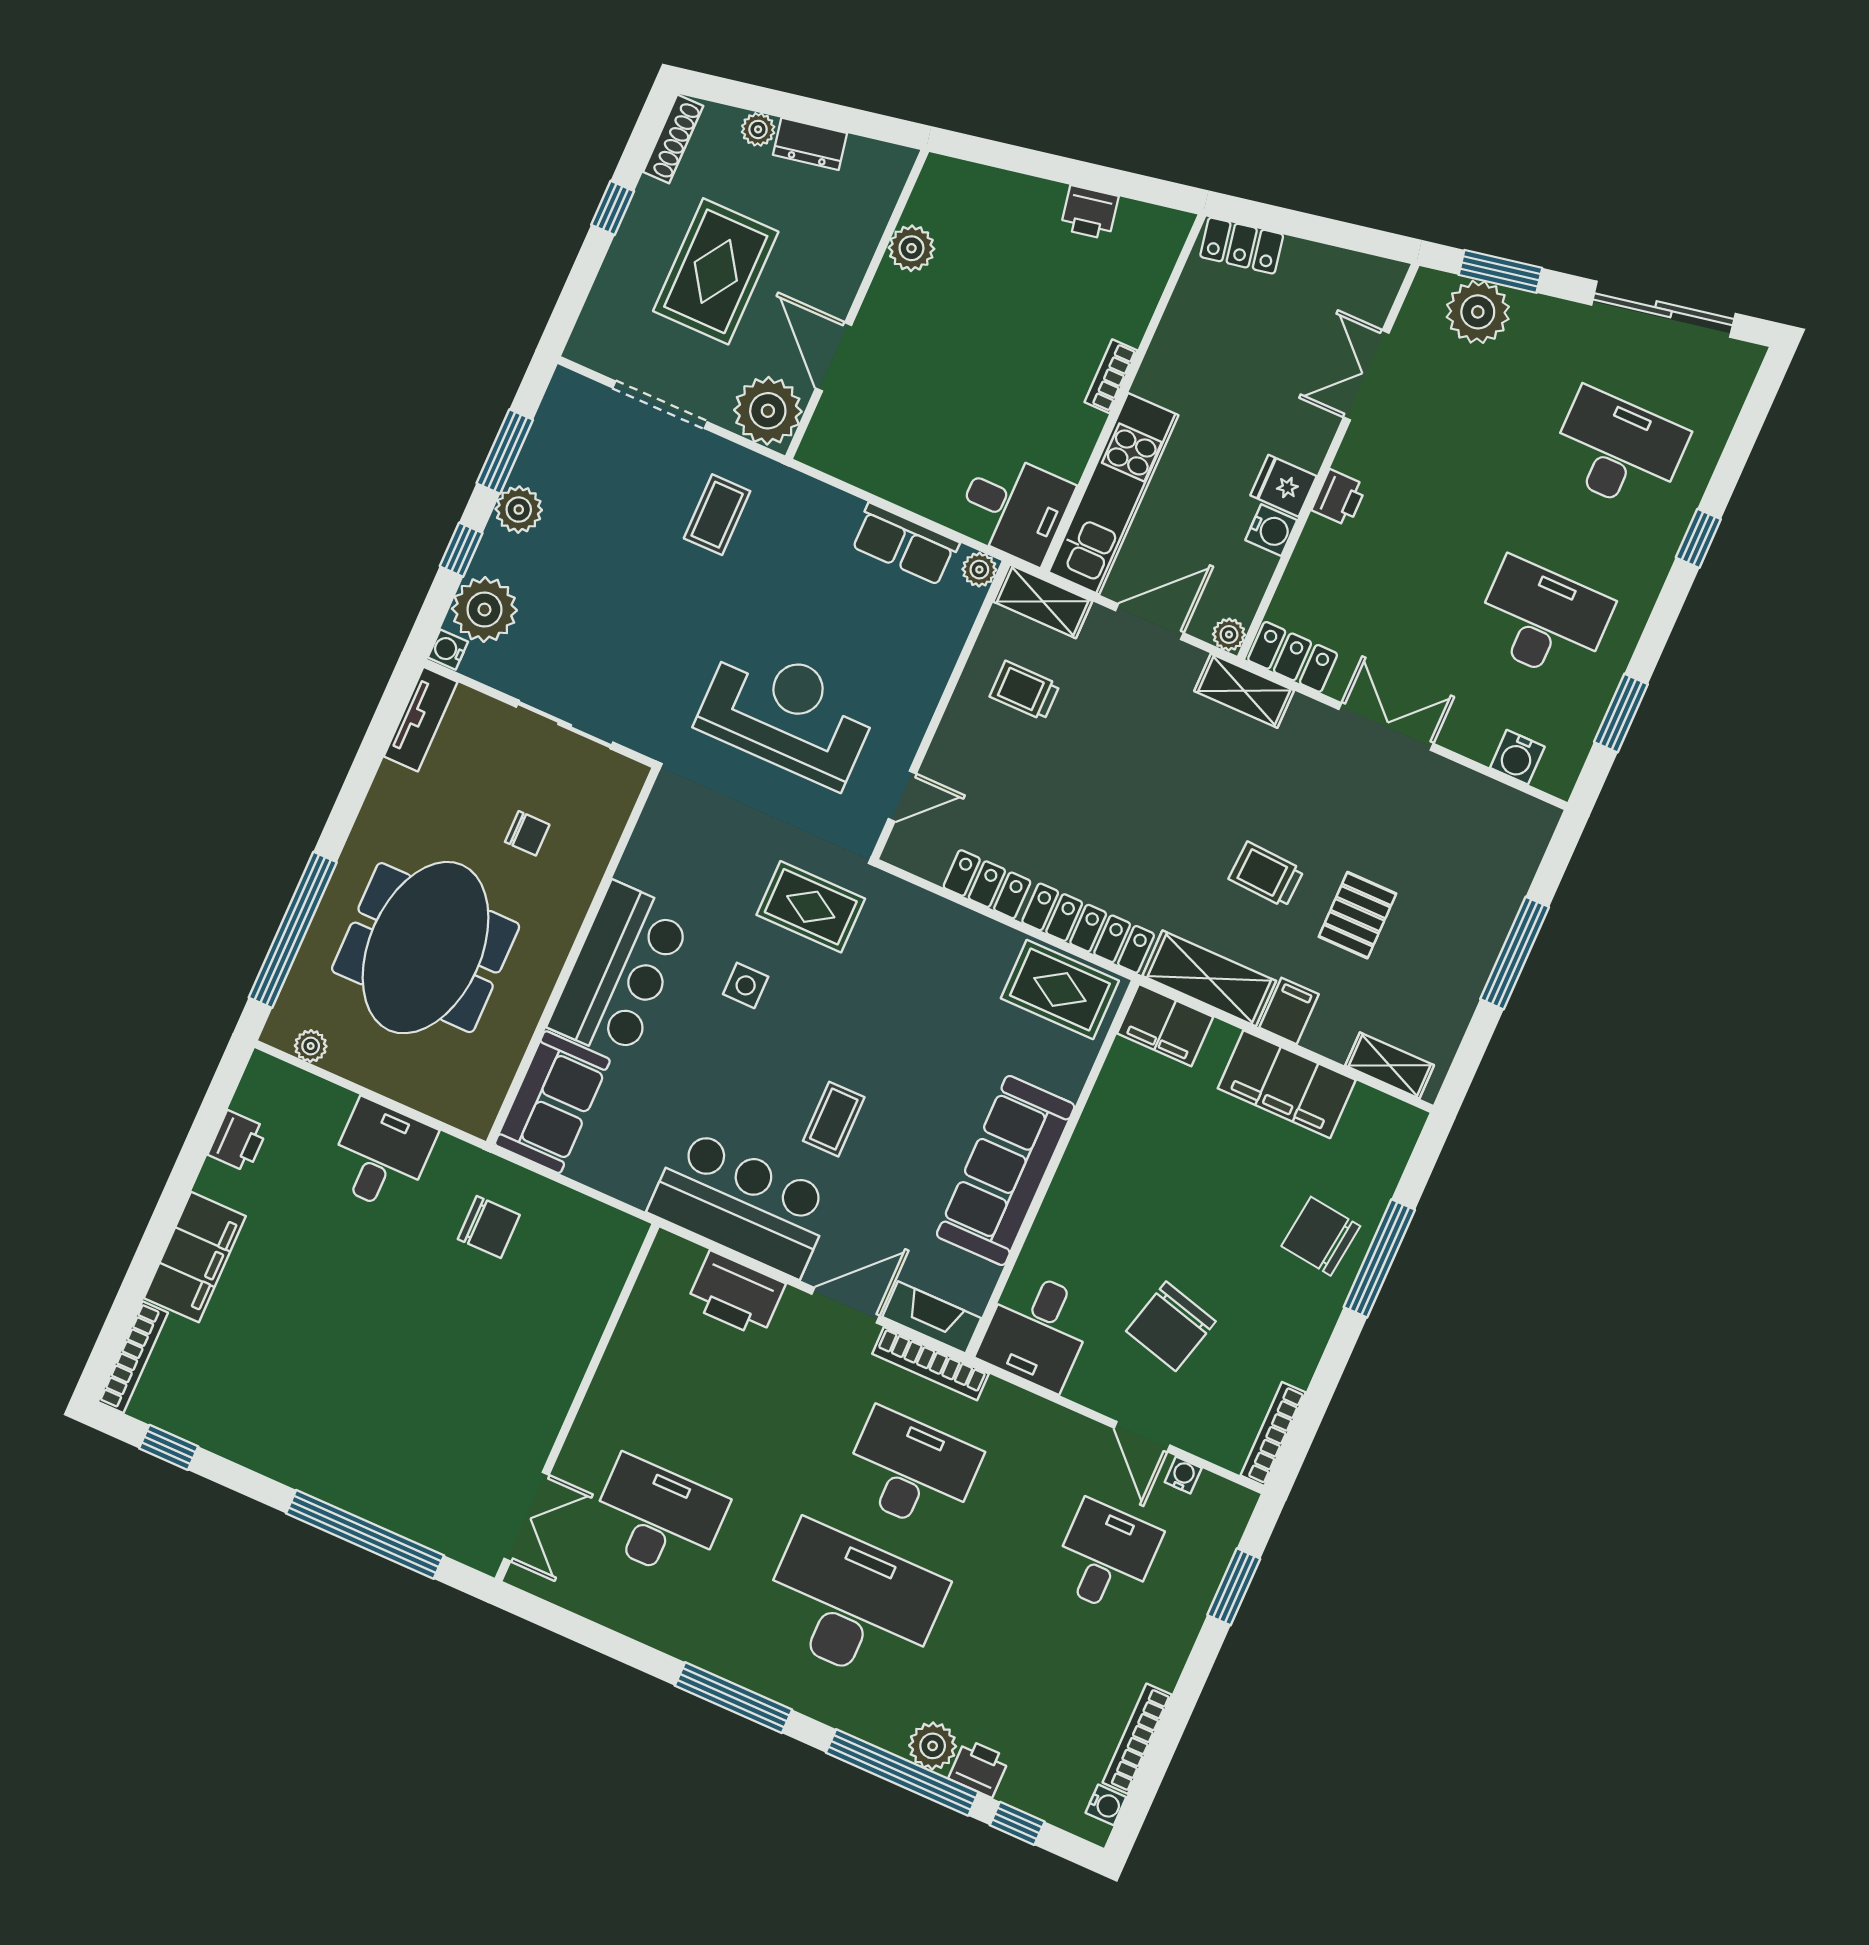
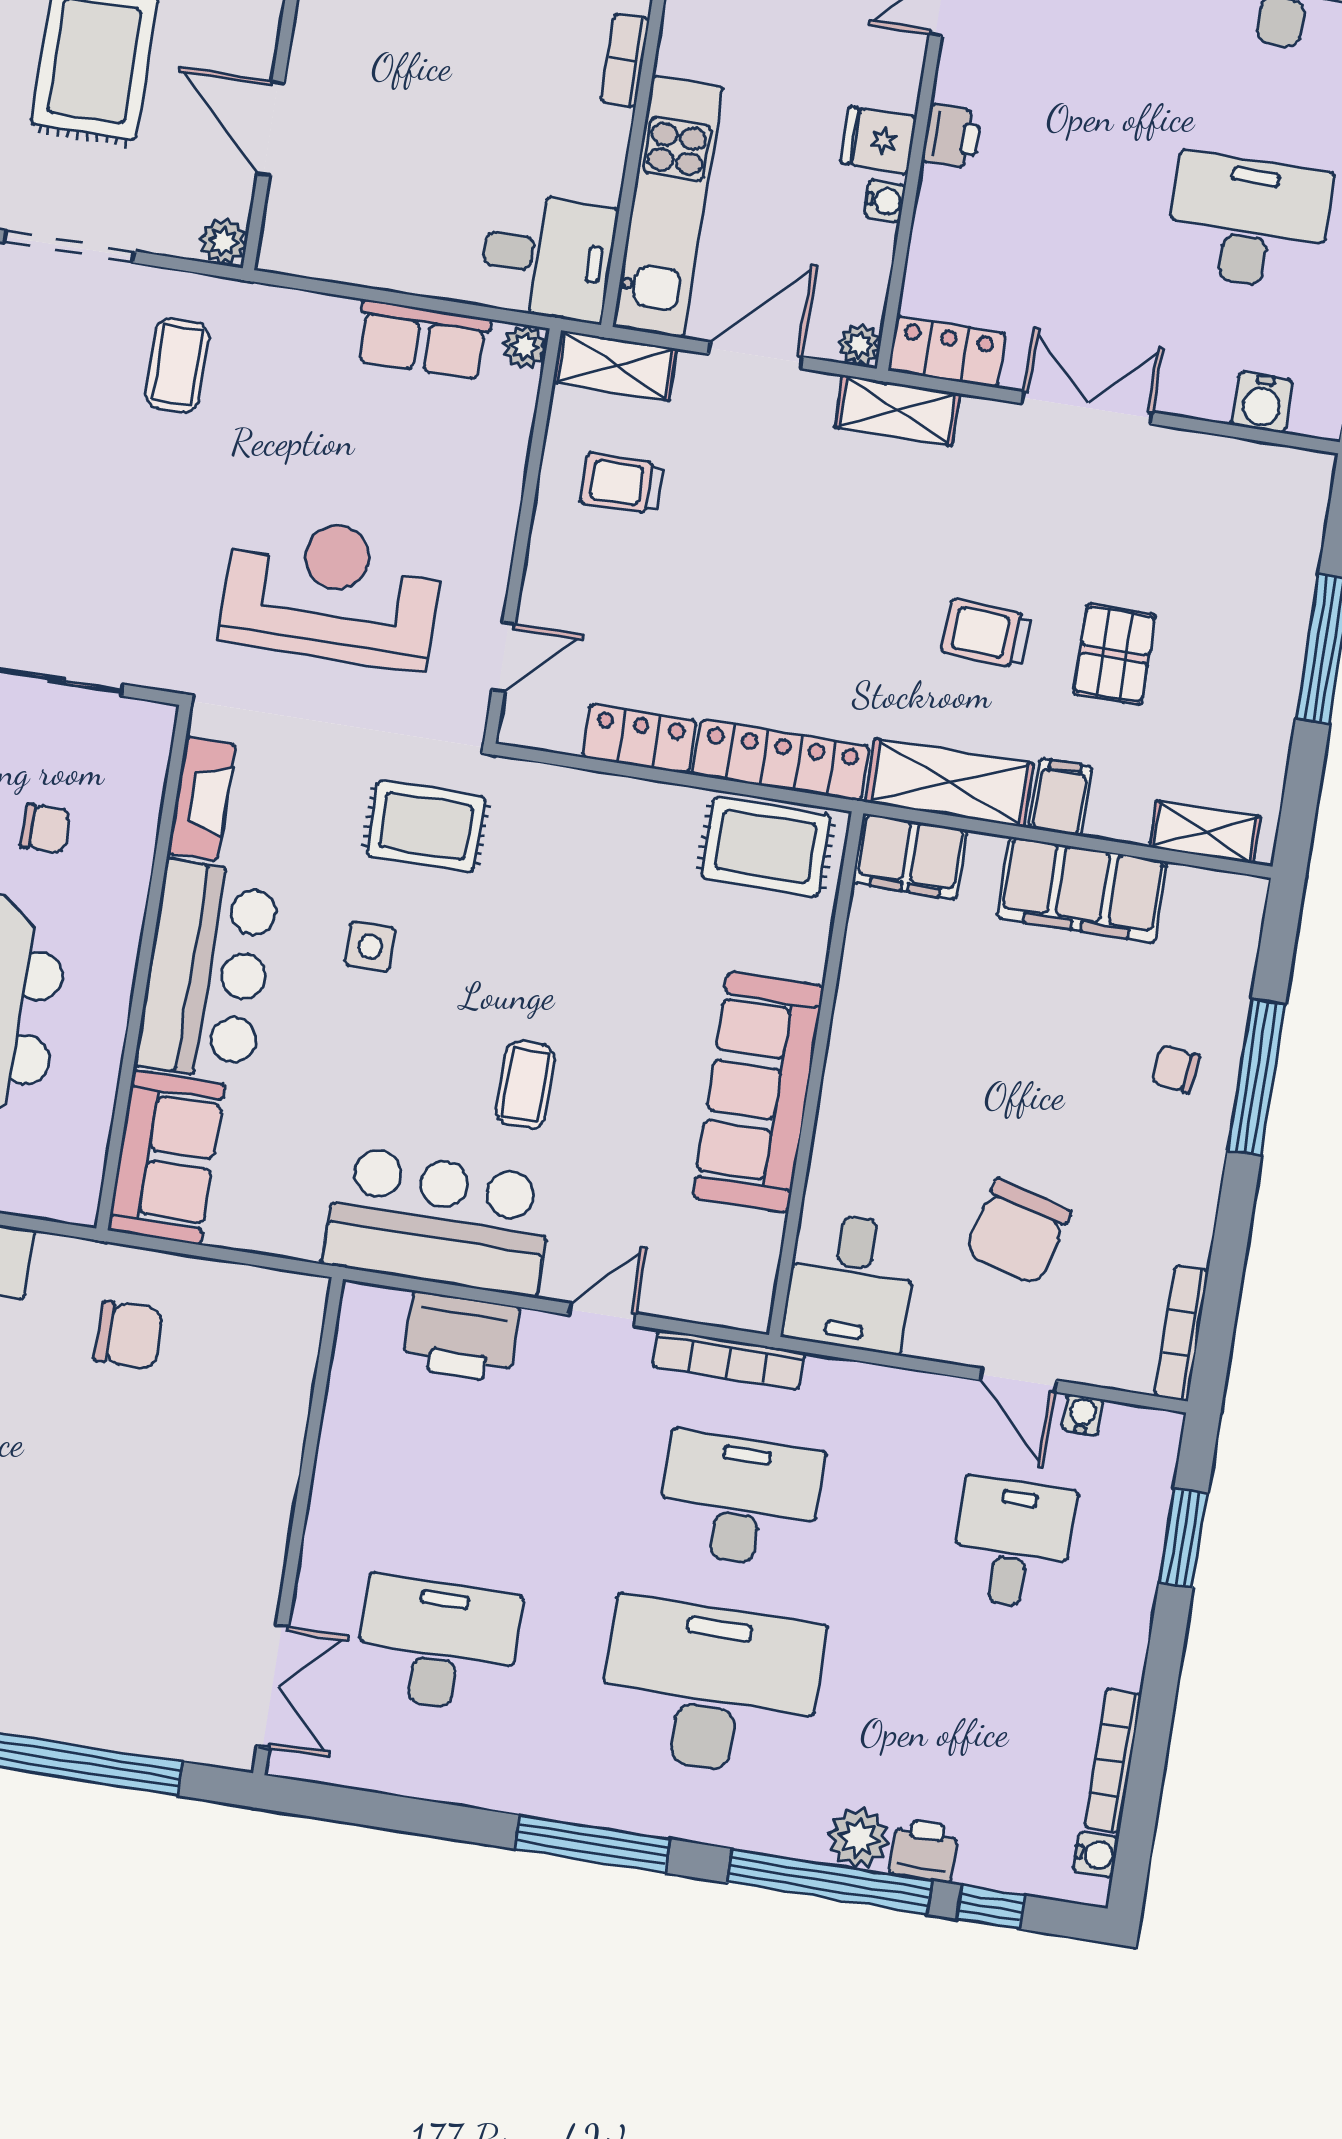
plant: (768, 411) -> (223, 242), width x0.53, depth x0.53
water cooler: (1271, 530) -> (885, 201), width x0.72, depth x0.72
chair: (1321, 1236) -> (1176, 1069), width x0.54, depth x0.54
door: (845, 1305) -> (602, 1314), width x0.73
fireplace: (932, 1317) -> (202, 799), moved, turned 90

